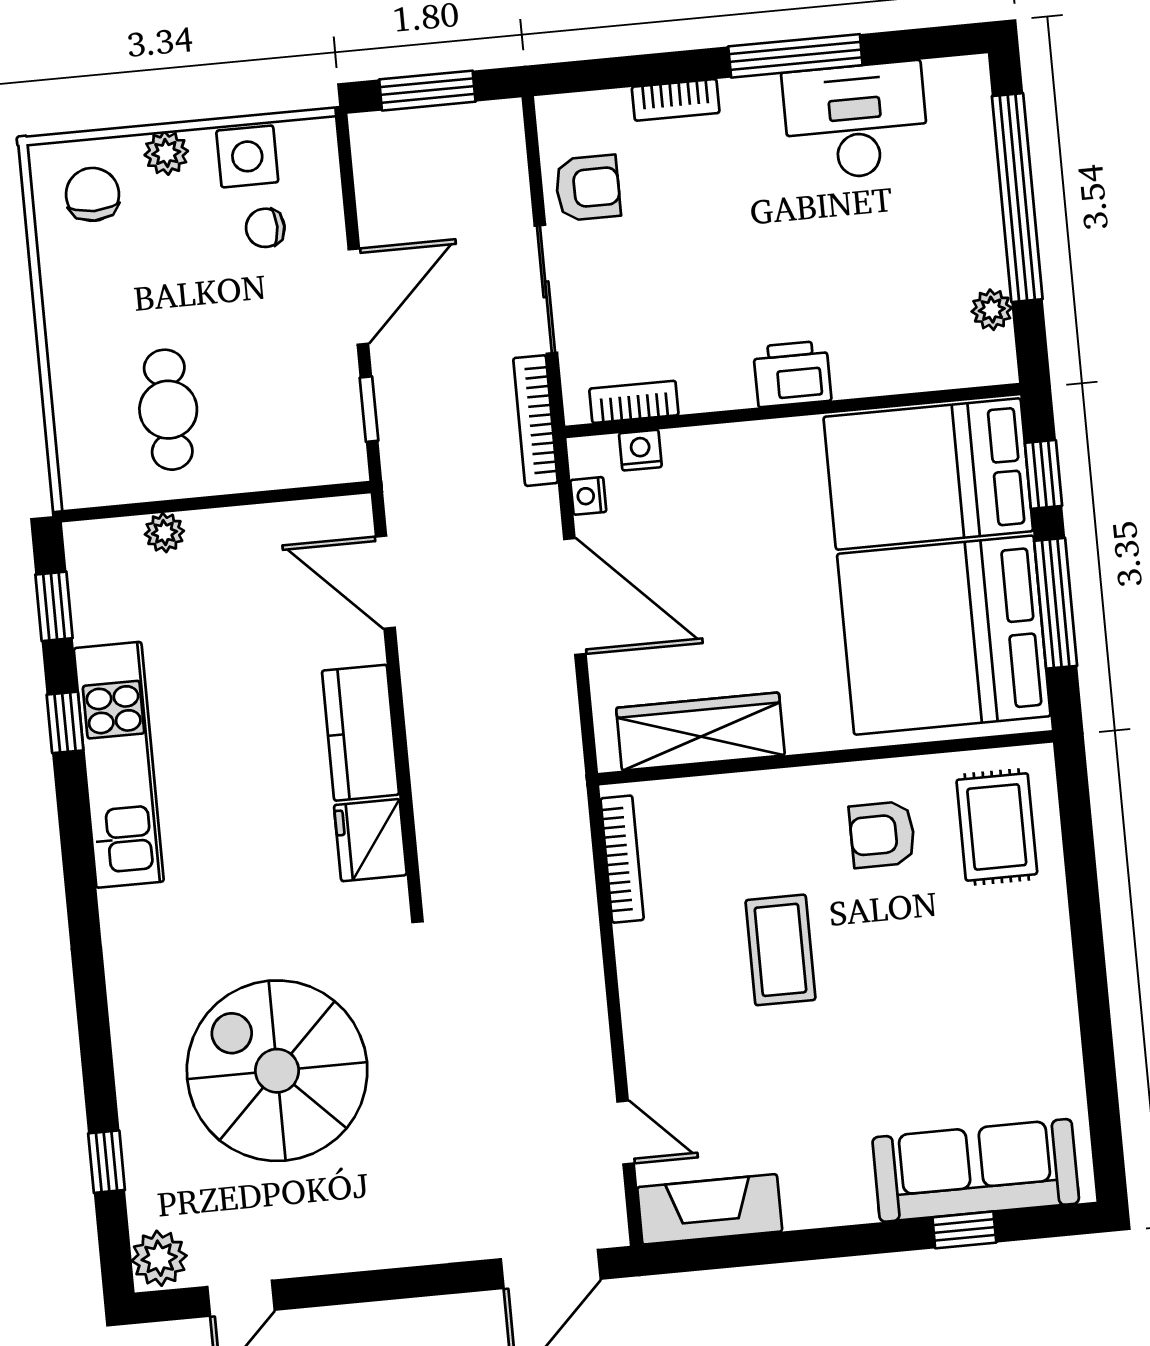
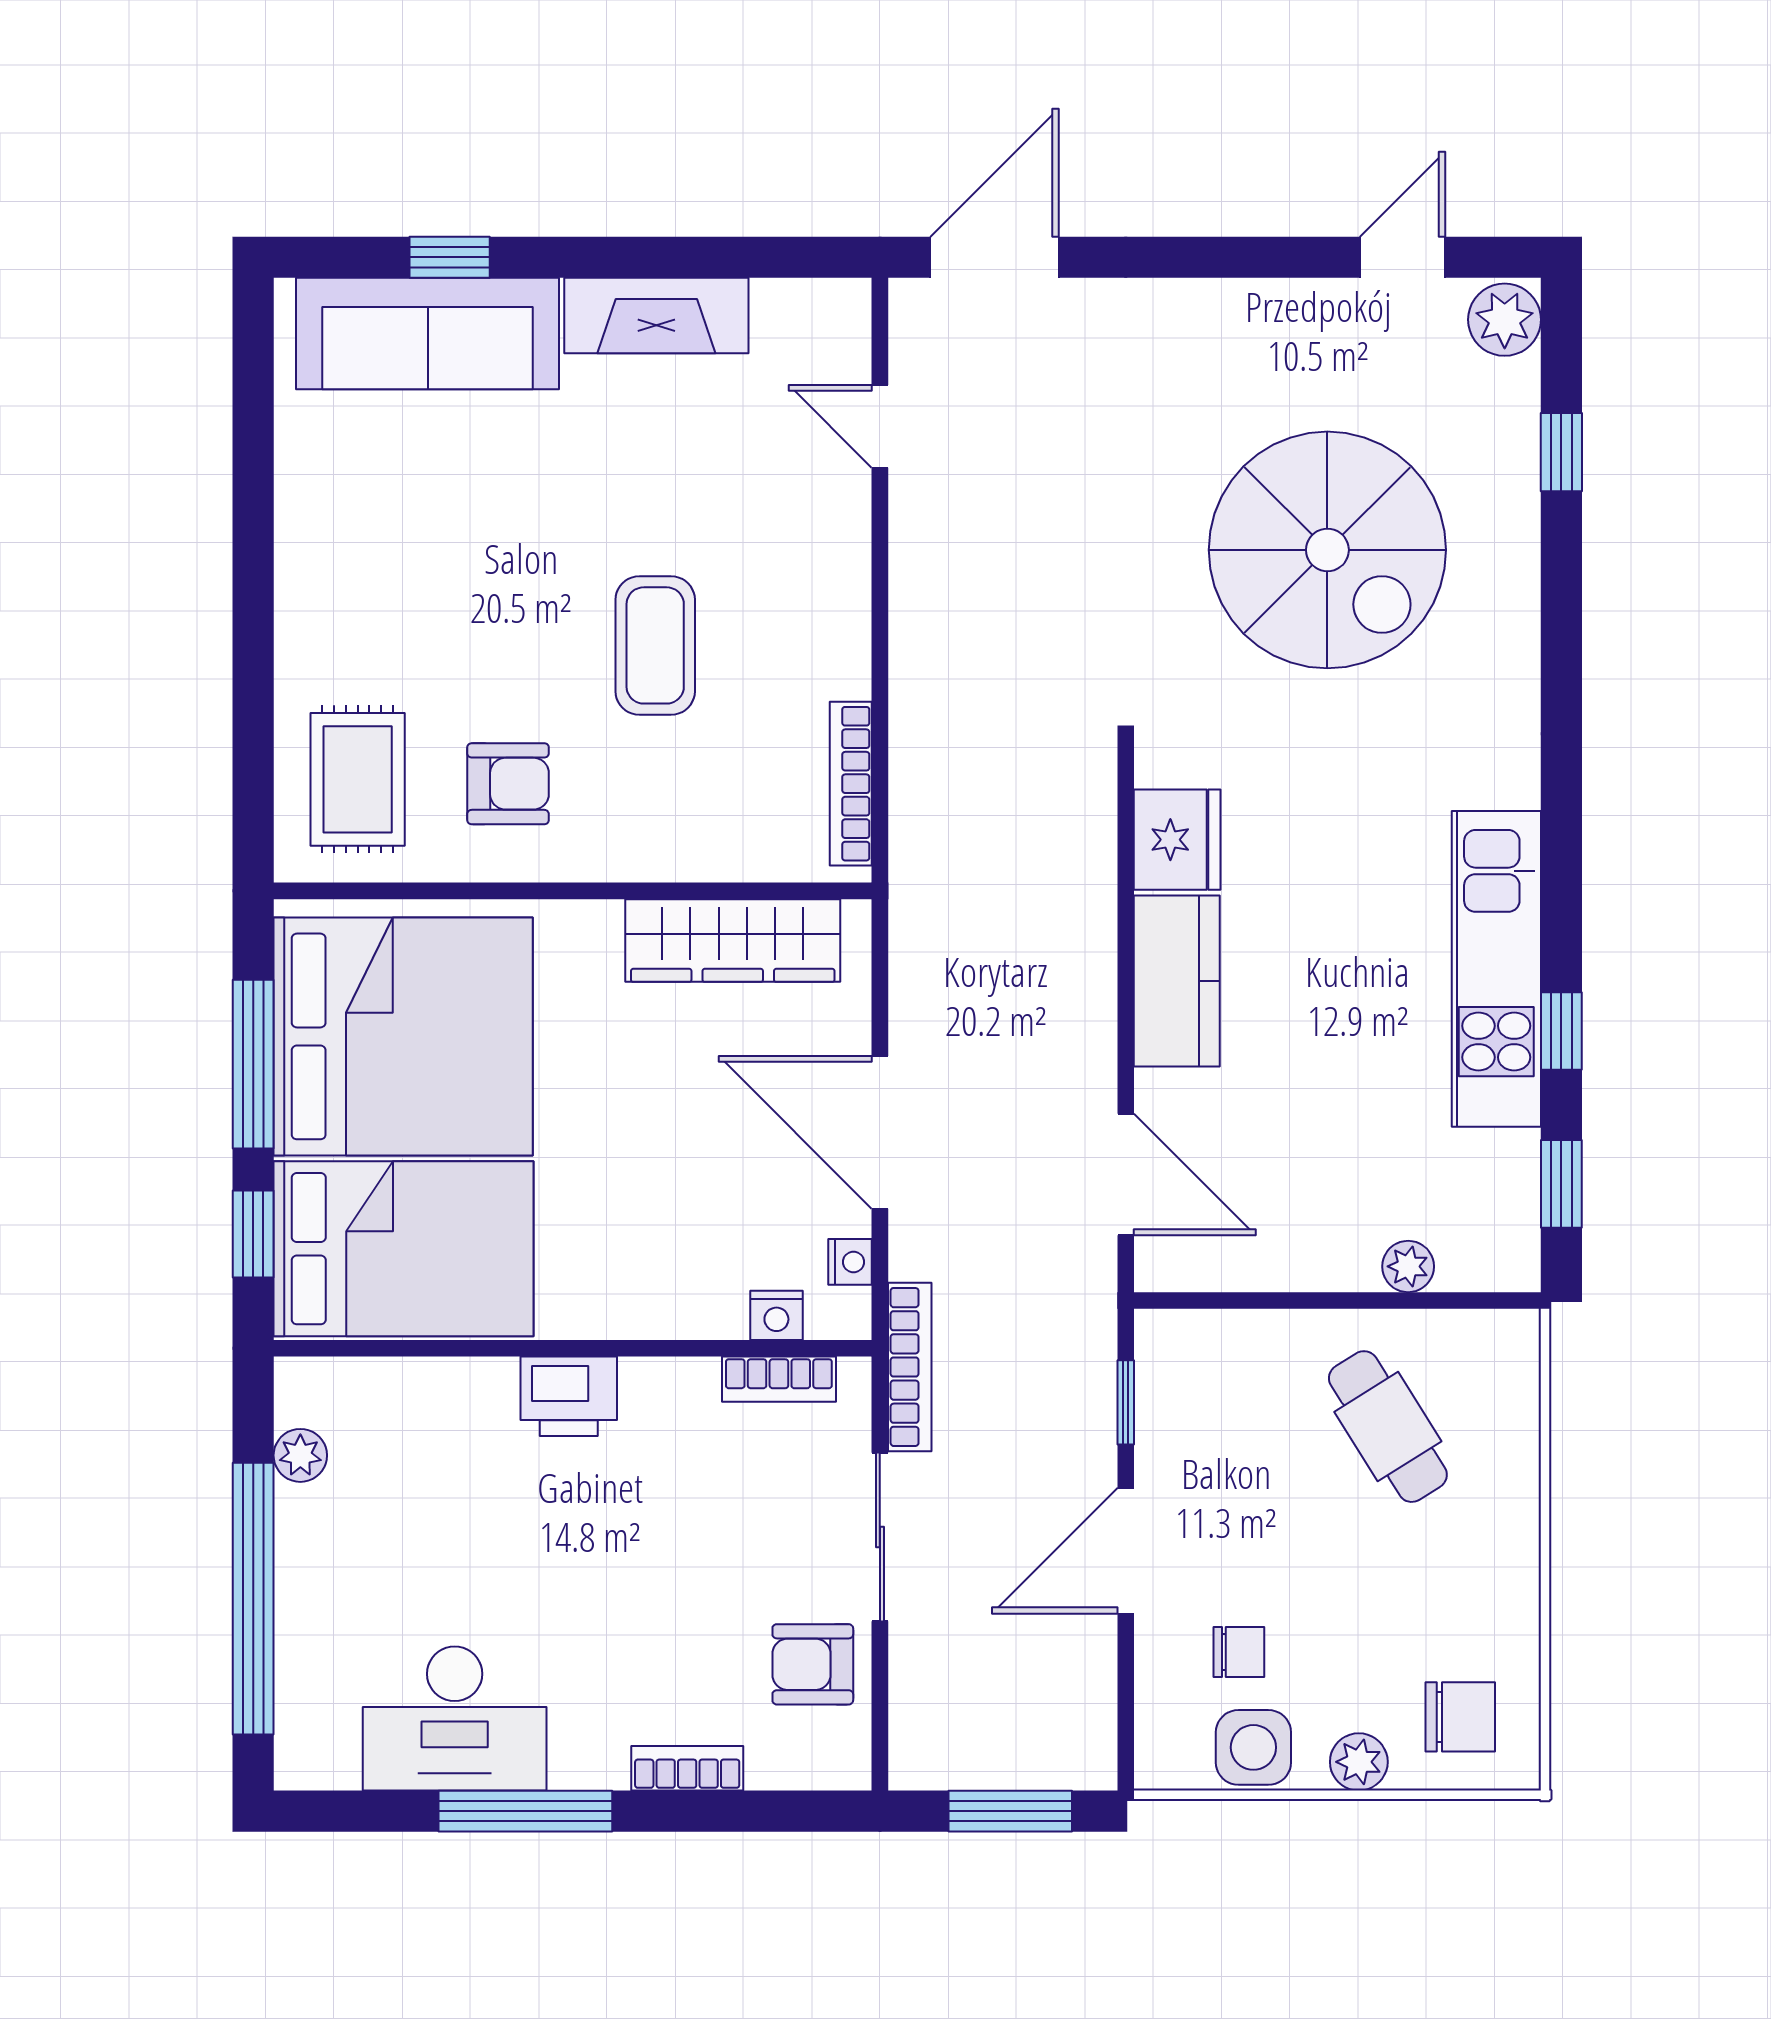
chair: (92, 194) -> (1460, 1717), turned -90
cafe table: (168, 410) -> (1388, 1427), turned -32
fireplace: (710, 1209) -> (656, 316), moved

